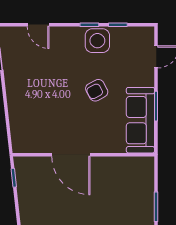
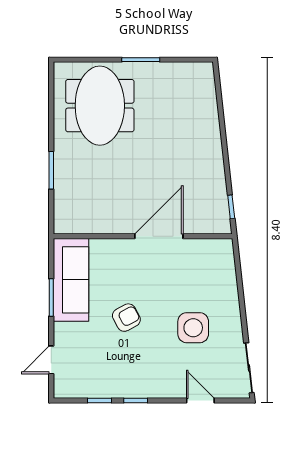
side table: (97, 41) -> (193, 328), moved
door: (71, 155) -> (159, 236), hinge flipped

